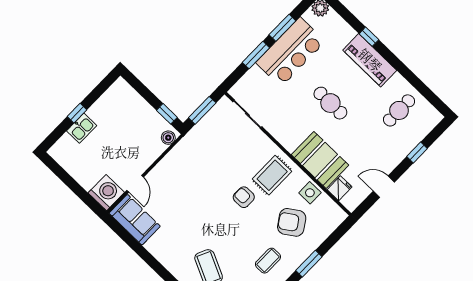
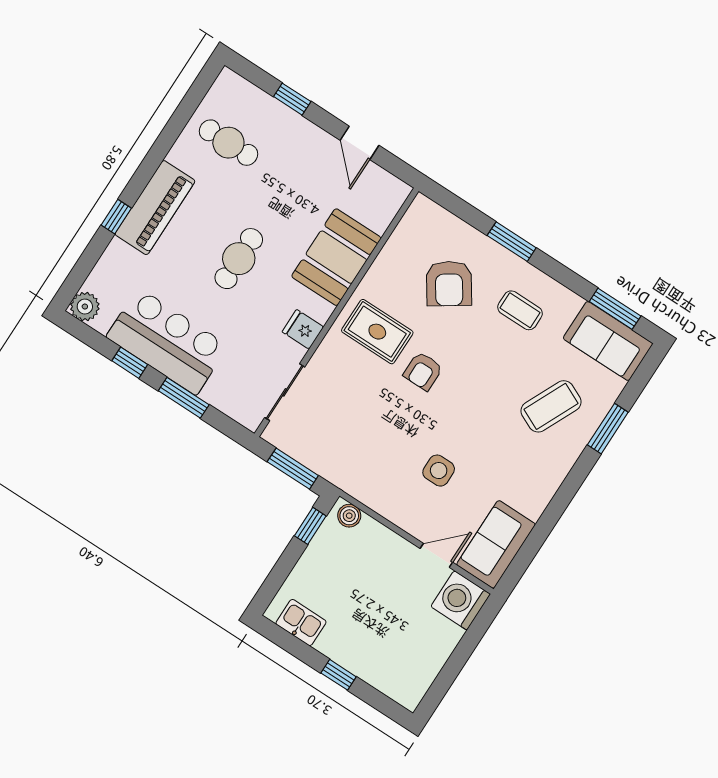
window: (282, 28) -> (130, 363), width x0.67
kitchen sink: (82, 128) -> (301, 623), moved
fridge: (340, 188) -> (303, 329), moved
side table: (310, 193) -> (439, 471), moved

